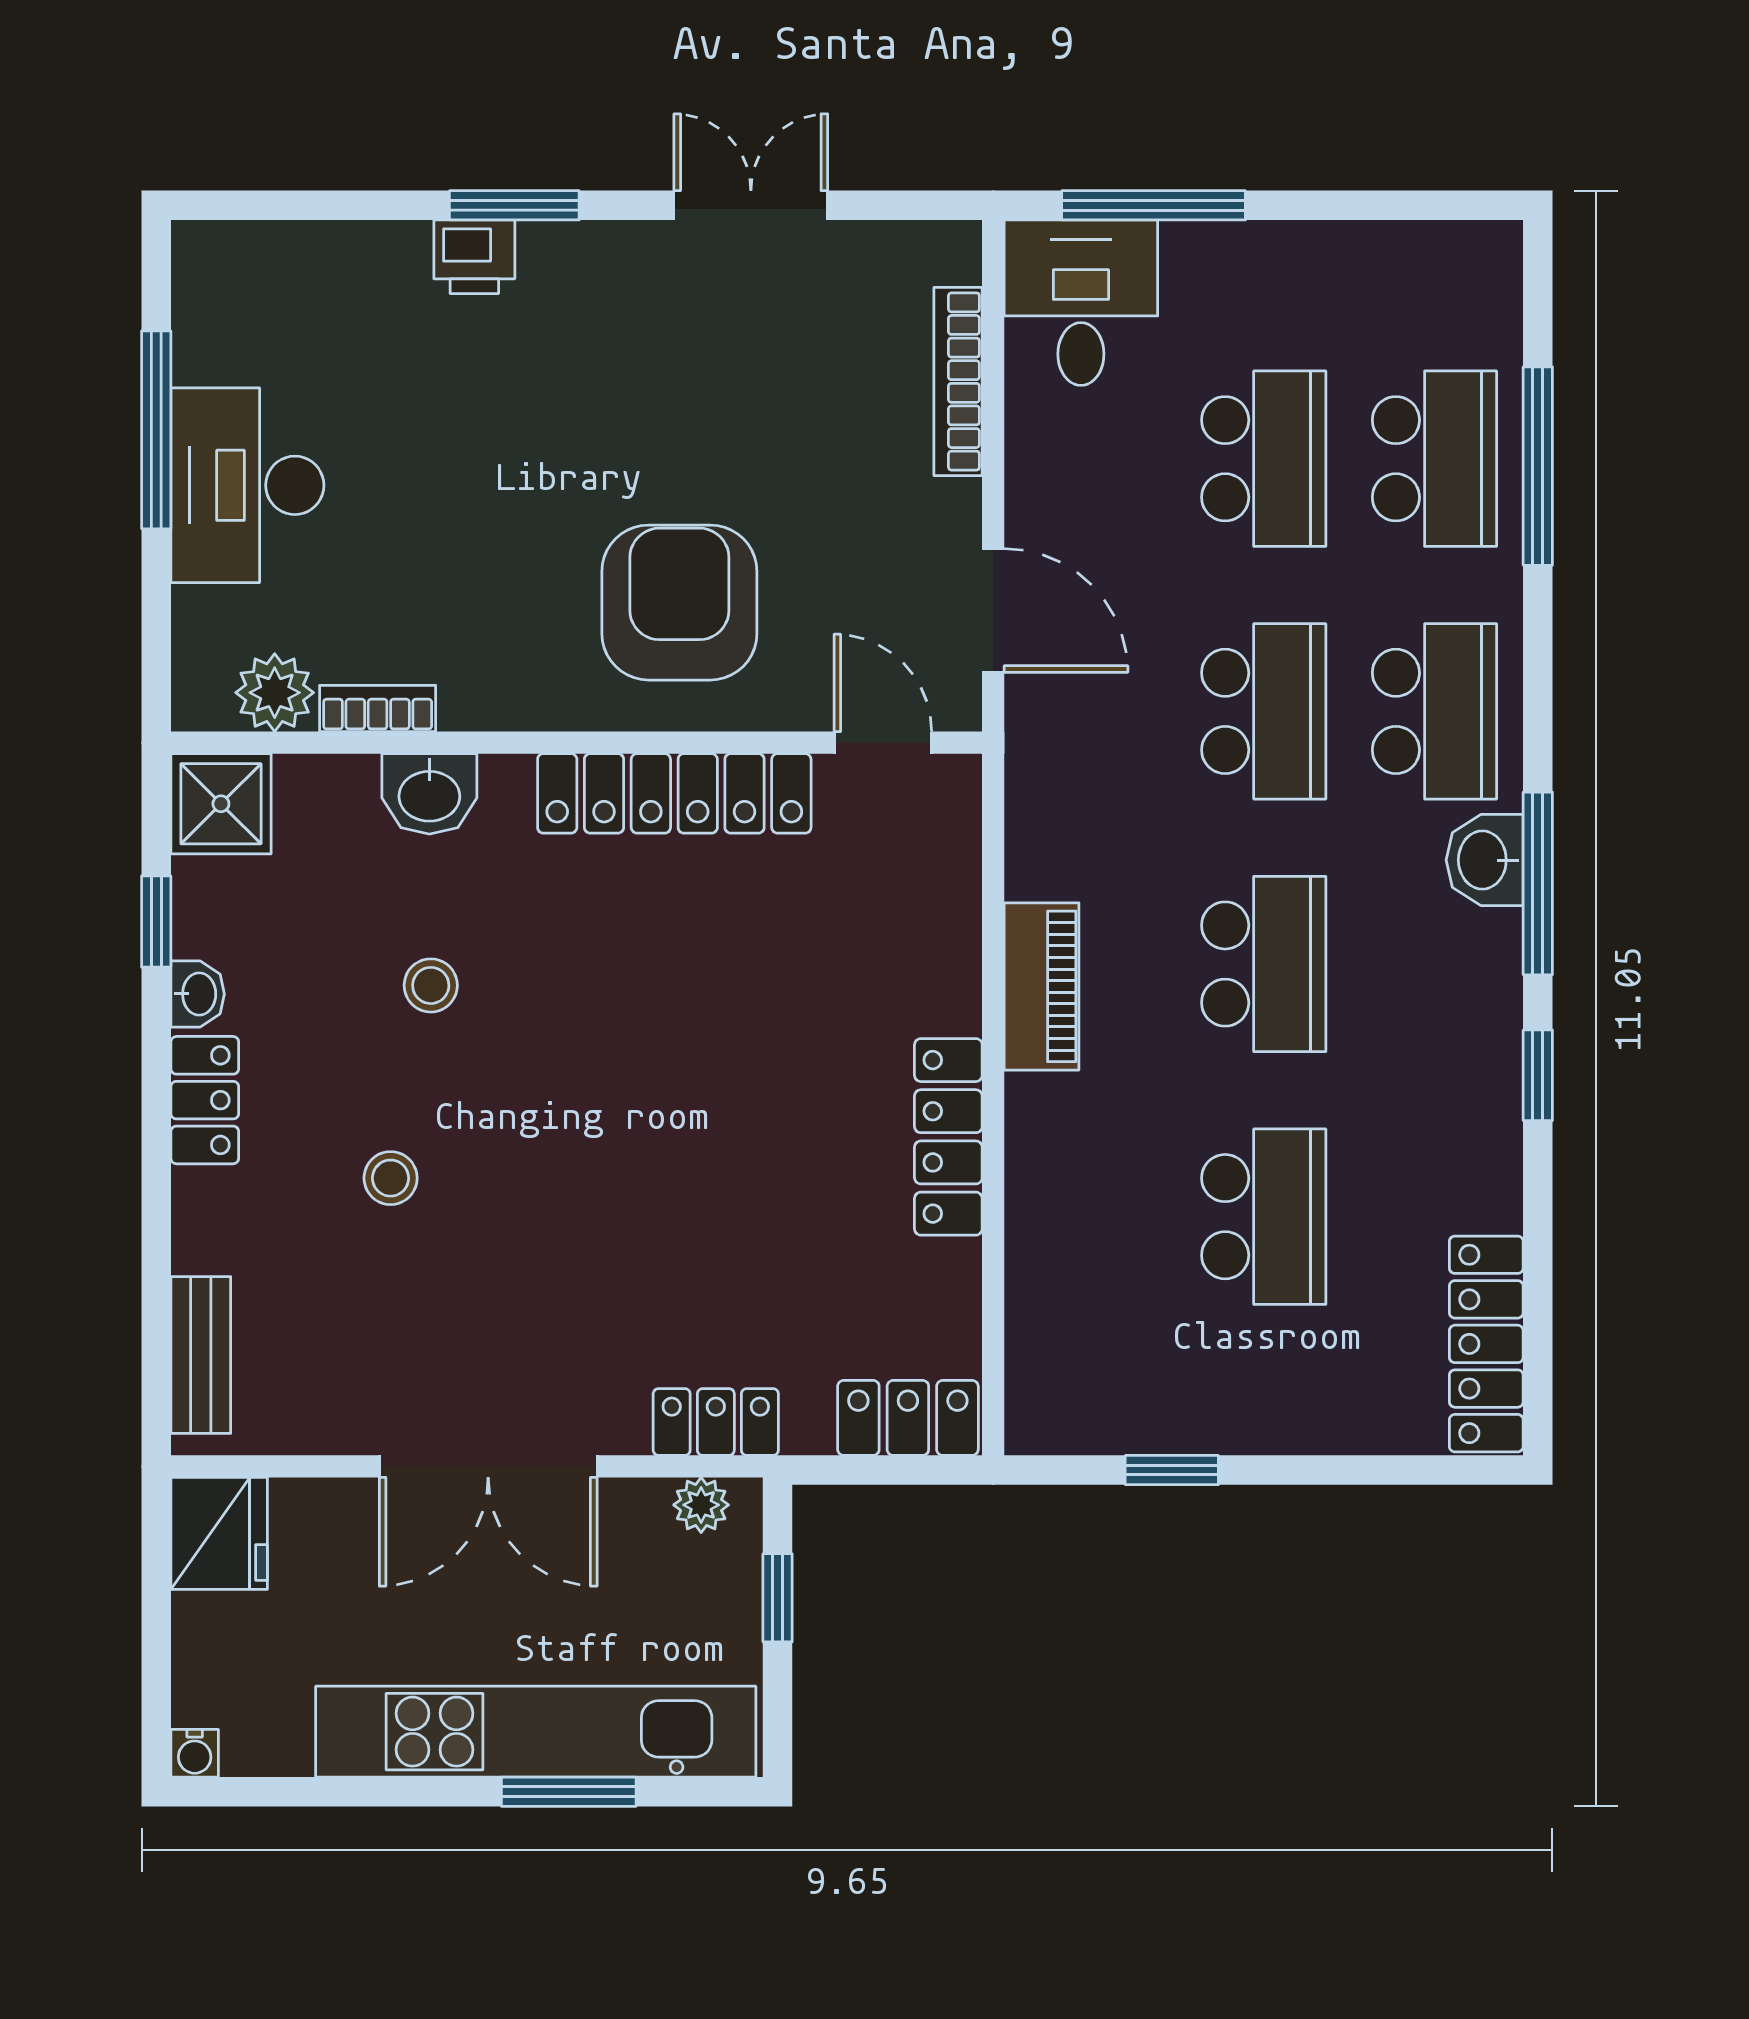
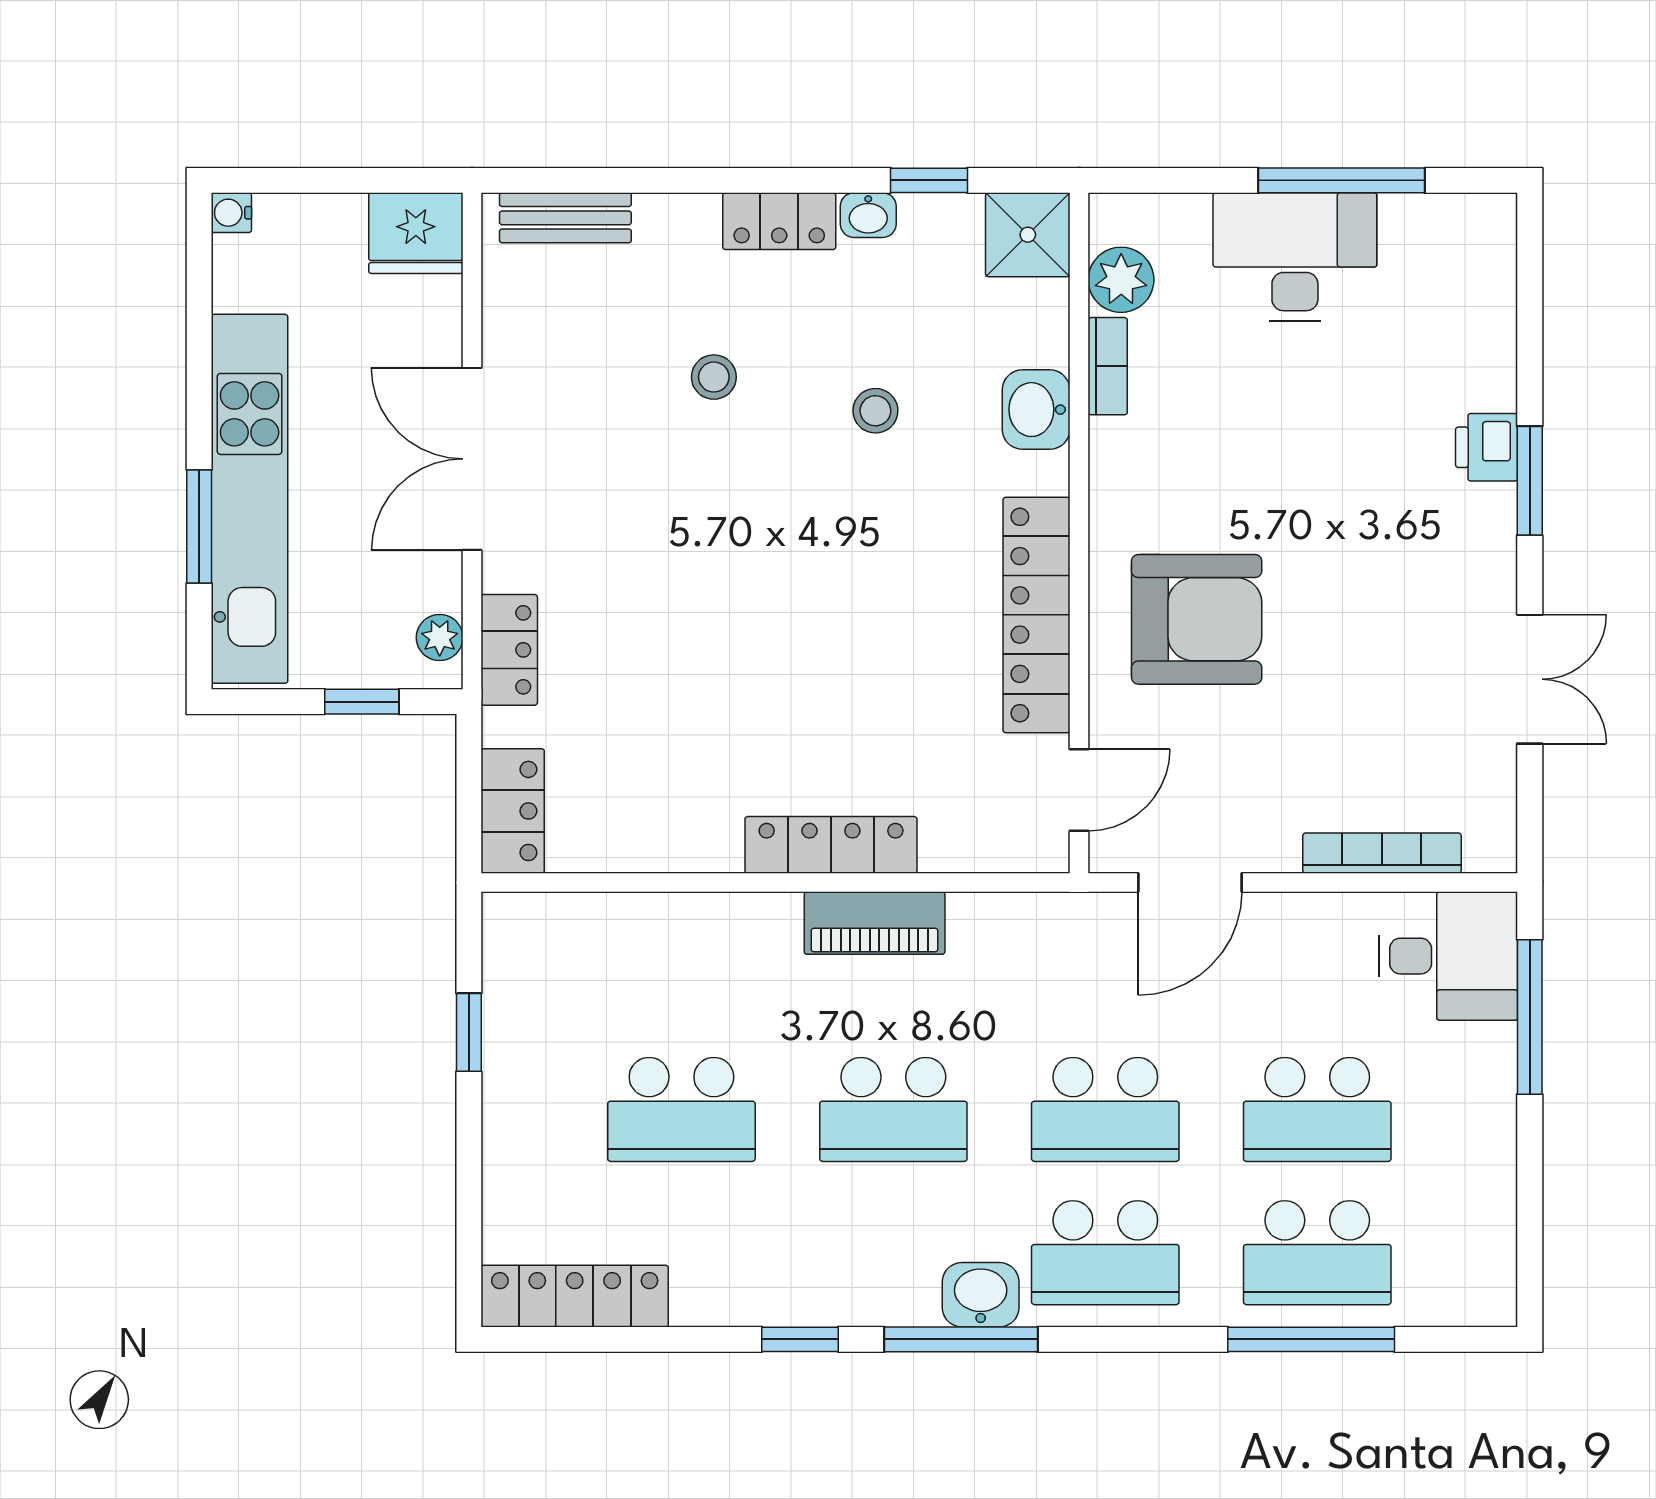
locker: (948, 1137) -> (831, 845), moved

